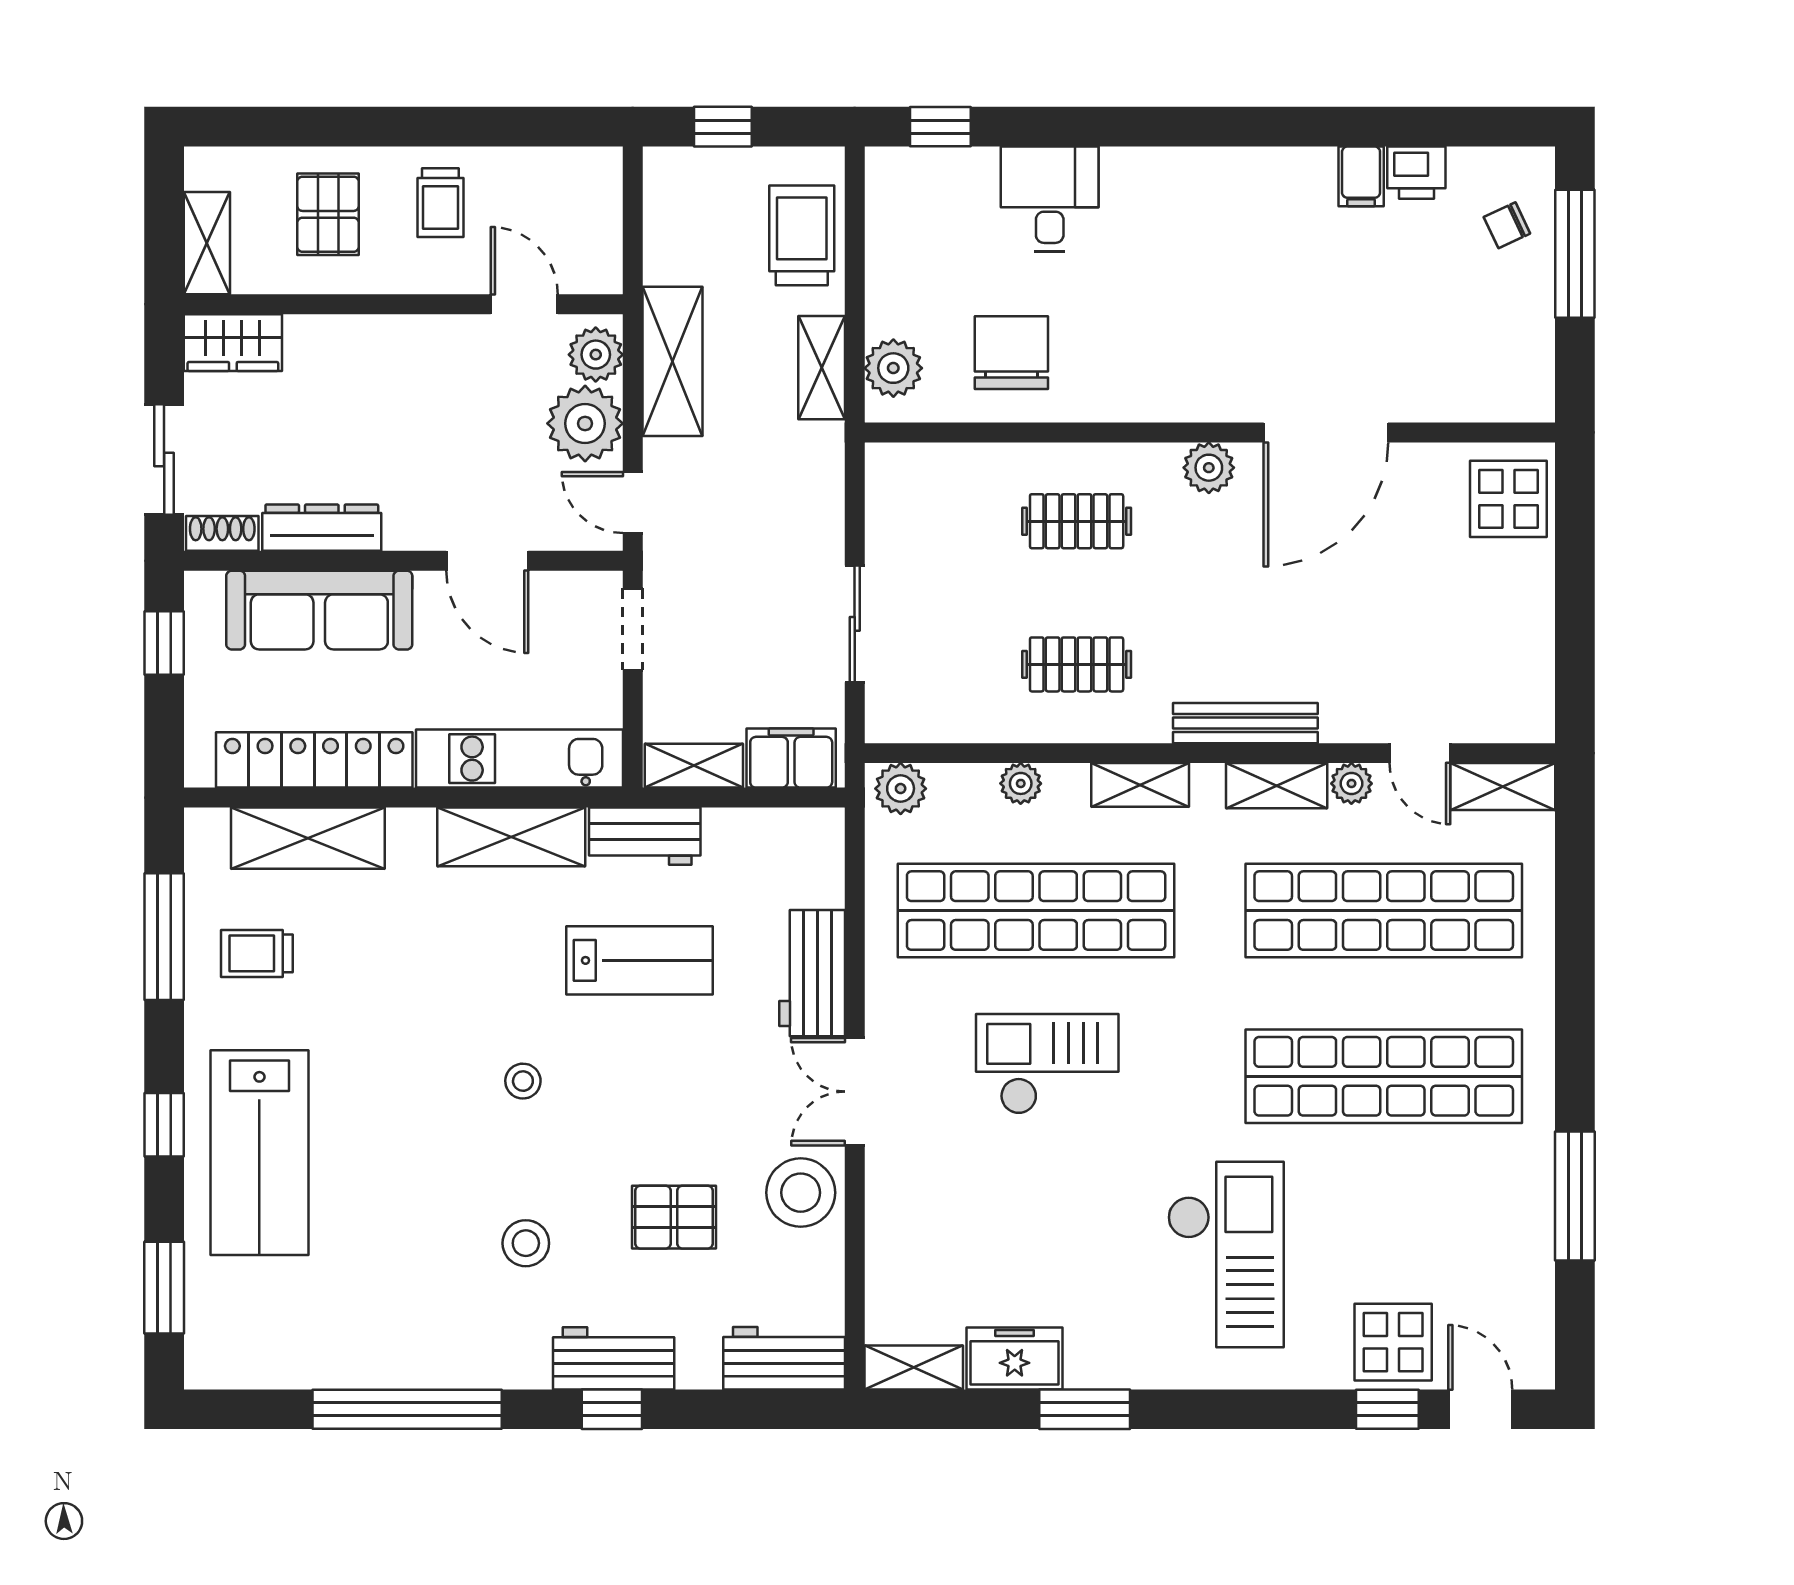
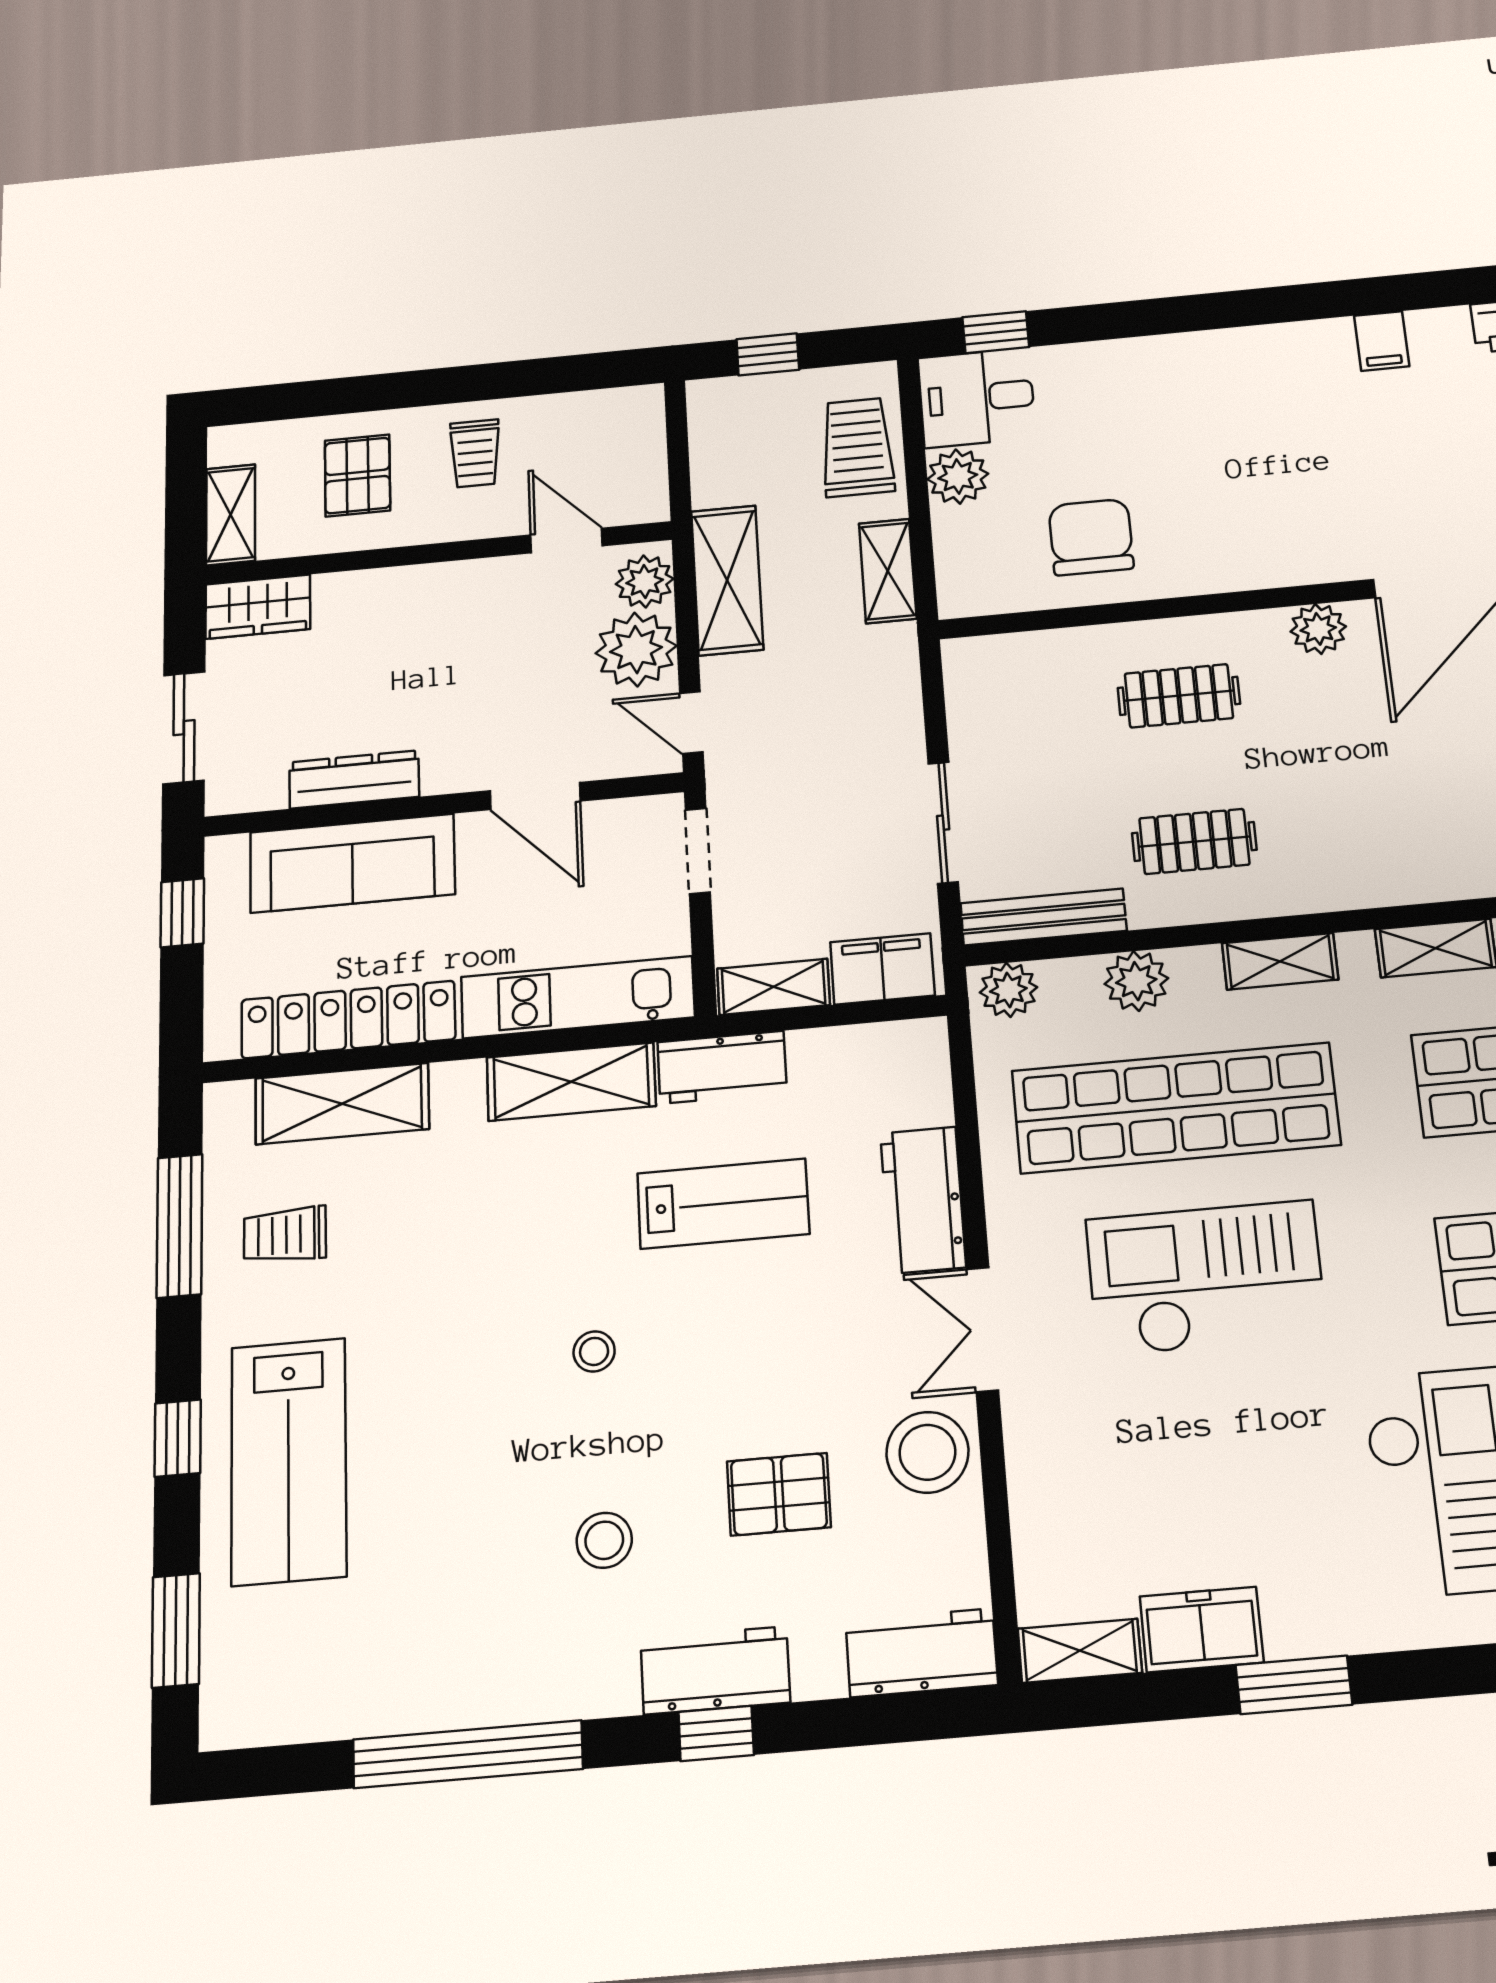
filing cabinet: (1361, 176) -> (1382, 341), moved
desk: (1050, 199) -> (977, 398), moved, turned -90
plant: (893, 368) -> (958, 477), moved
shoe rack: (222, 533) -> (246, 795), removed
bench: (1245, 723) -> (1043, 917), moved
plant: (1021, 783) -> (1136, 981), width x1.38, depth x1.38
checkout: (1047, 1064) -> (1206, 1278), width x1.36, depth x1.21

